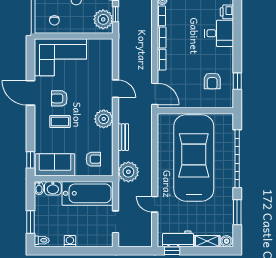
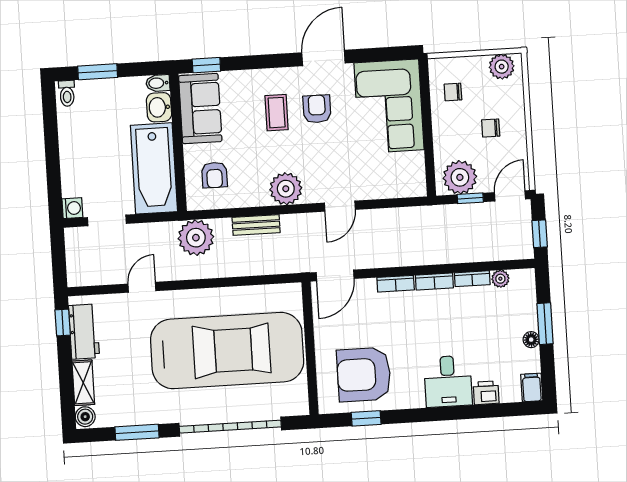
armchair: (212, 81) -> (364, 375), width x1.88, depth x1.88
washing machine: (70, 241) -> (72, 208), moved

